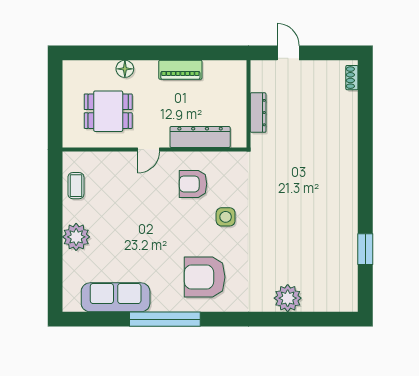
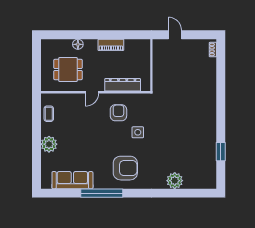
dresser: (258, 113) -> (157, 70), removed
armchair: (193, 184) -> (118, 113), turned 90
armchair: (205, 277) -> (125, 168), turned 180

